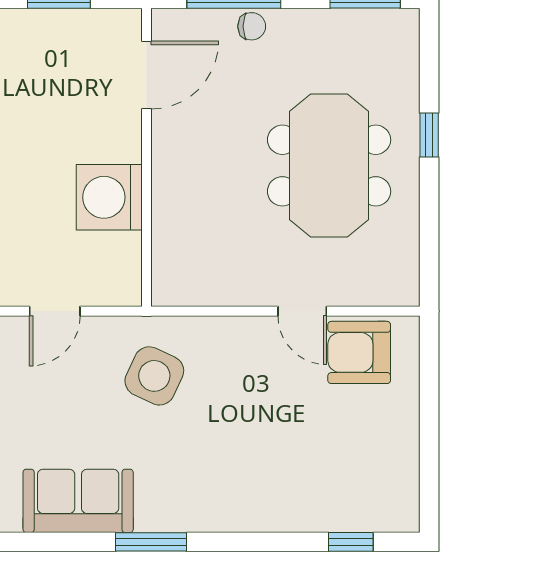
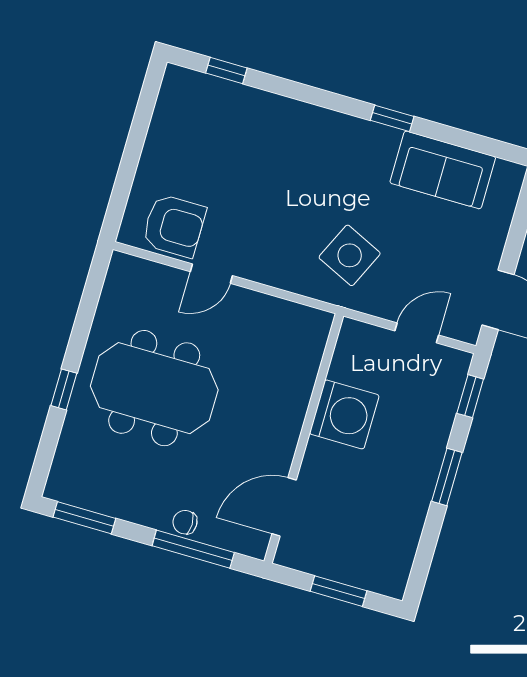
meeting table: (329, 166) -> (154, 388), turned 90
door: (302, 311) -> (211, 274), swing flipped
window: (151, 542) -> (392, 118), width x0.67

